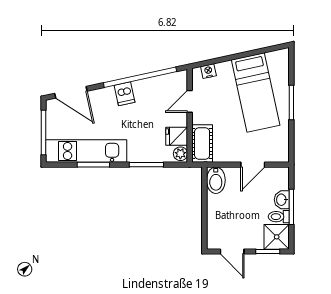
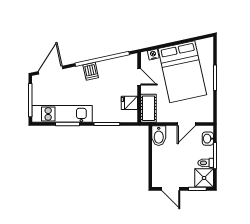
door: (71, 92) -> (51, 70), swing flipped
bed: (256, 92) -> (182, 72), width x1.50
door: (190, 101) -> (139, 77), swing flipped
plant: (180, 154) -> (132, 116), removed
washbasin: (282, 200) -> (208, 139), moved

